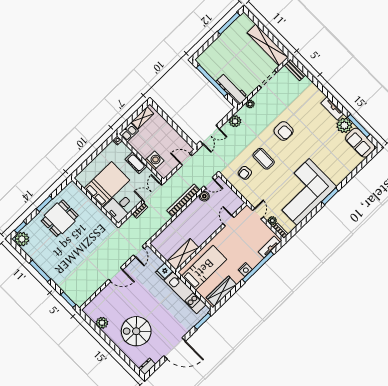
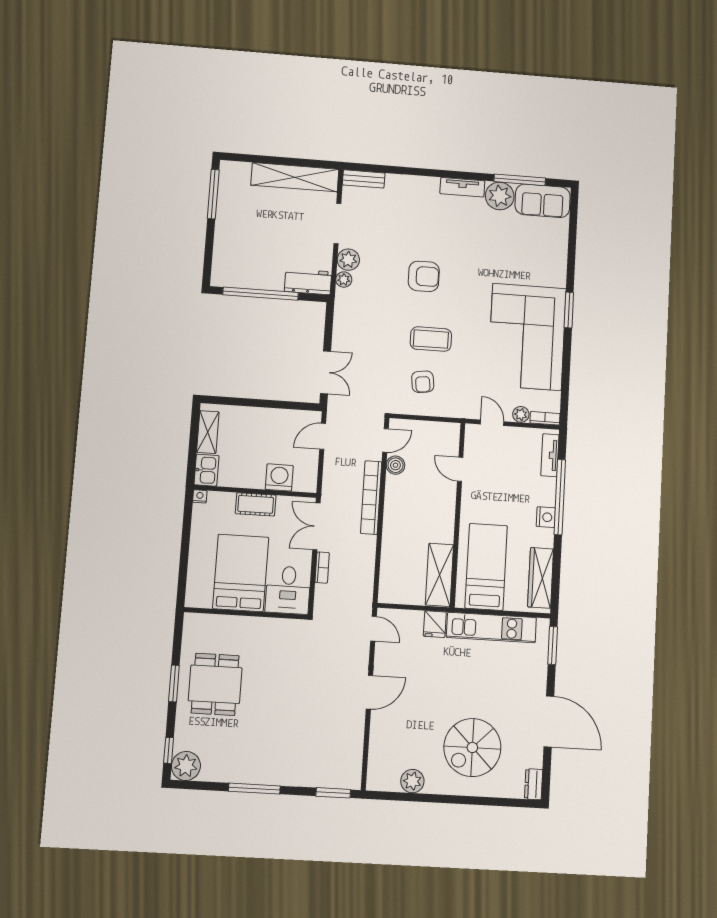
workbench: (232, 89) -> (308, 282), width x0.73
plant: (235, 121) -> (348, 260), moved
door: (175, 348) -> (549, 721), hinge flipped

